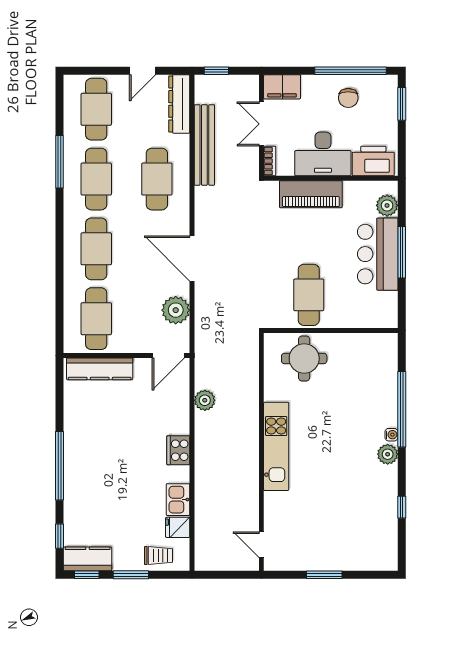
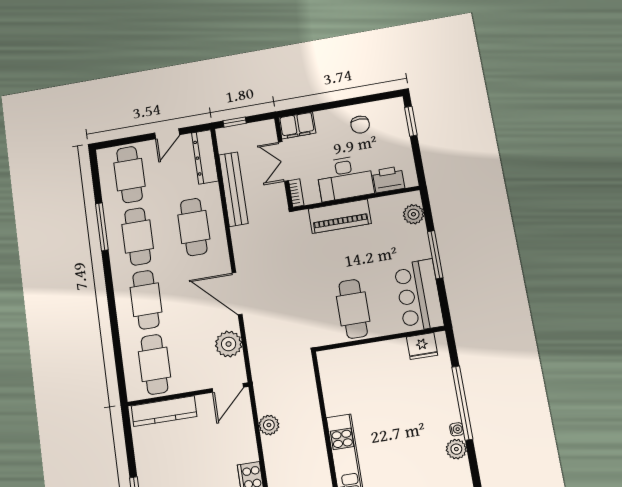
window: (351, 71) -> (358, 100), removed
printer: (373, 161) -> (388, 179), width x0.73, depth x0.84
bar counter: (378, 254) -> (419, 295), moved
fridge: (372, 345) -> (422, 346), added
round table: (304, 358) -> (359, 370), removed

